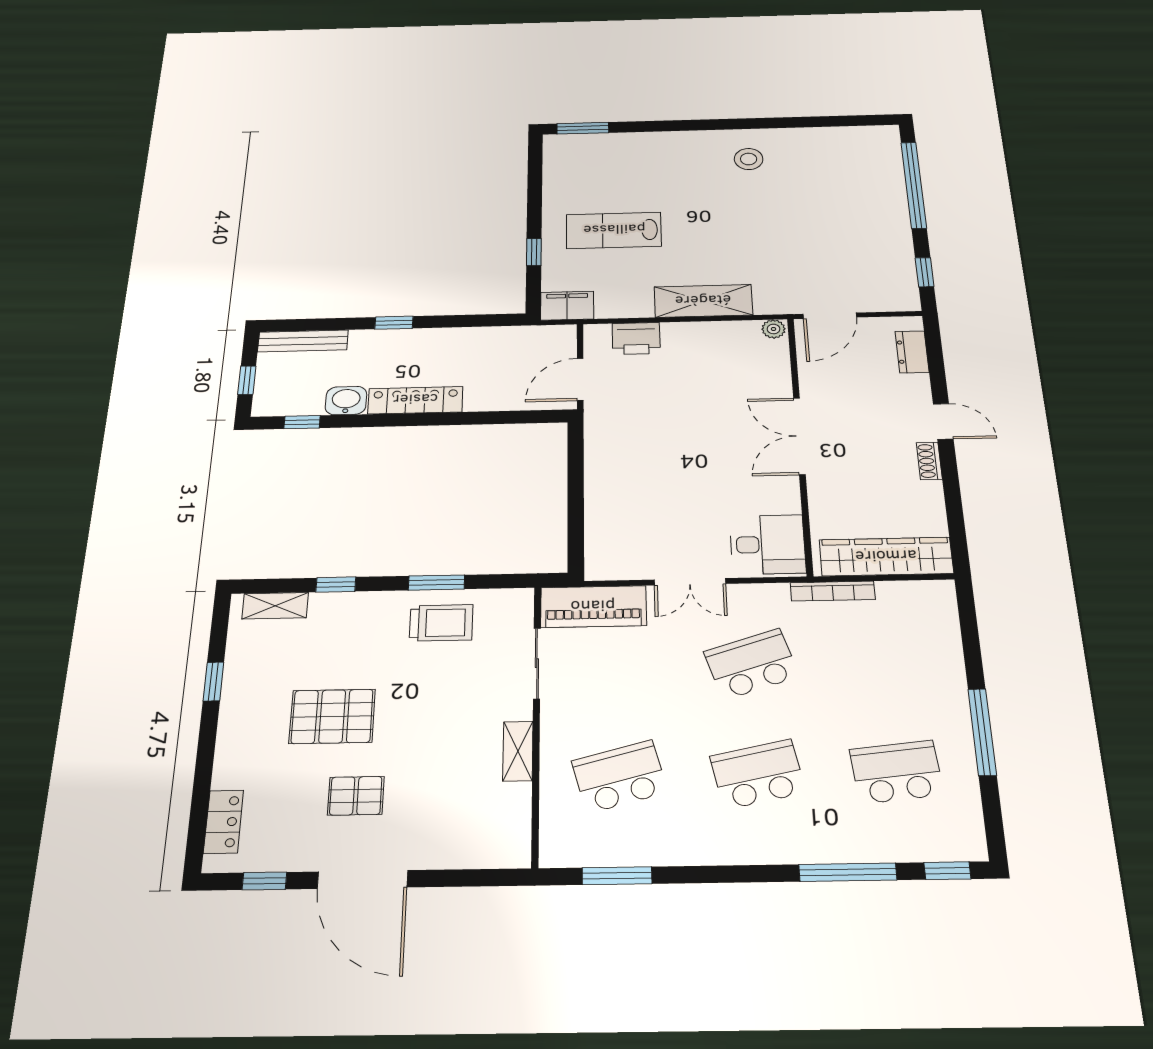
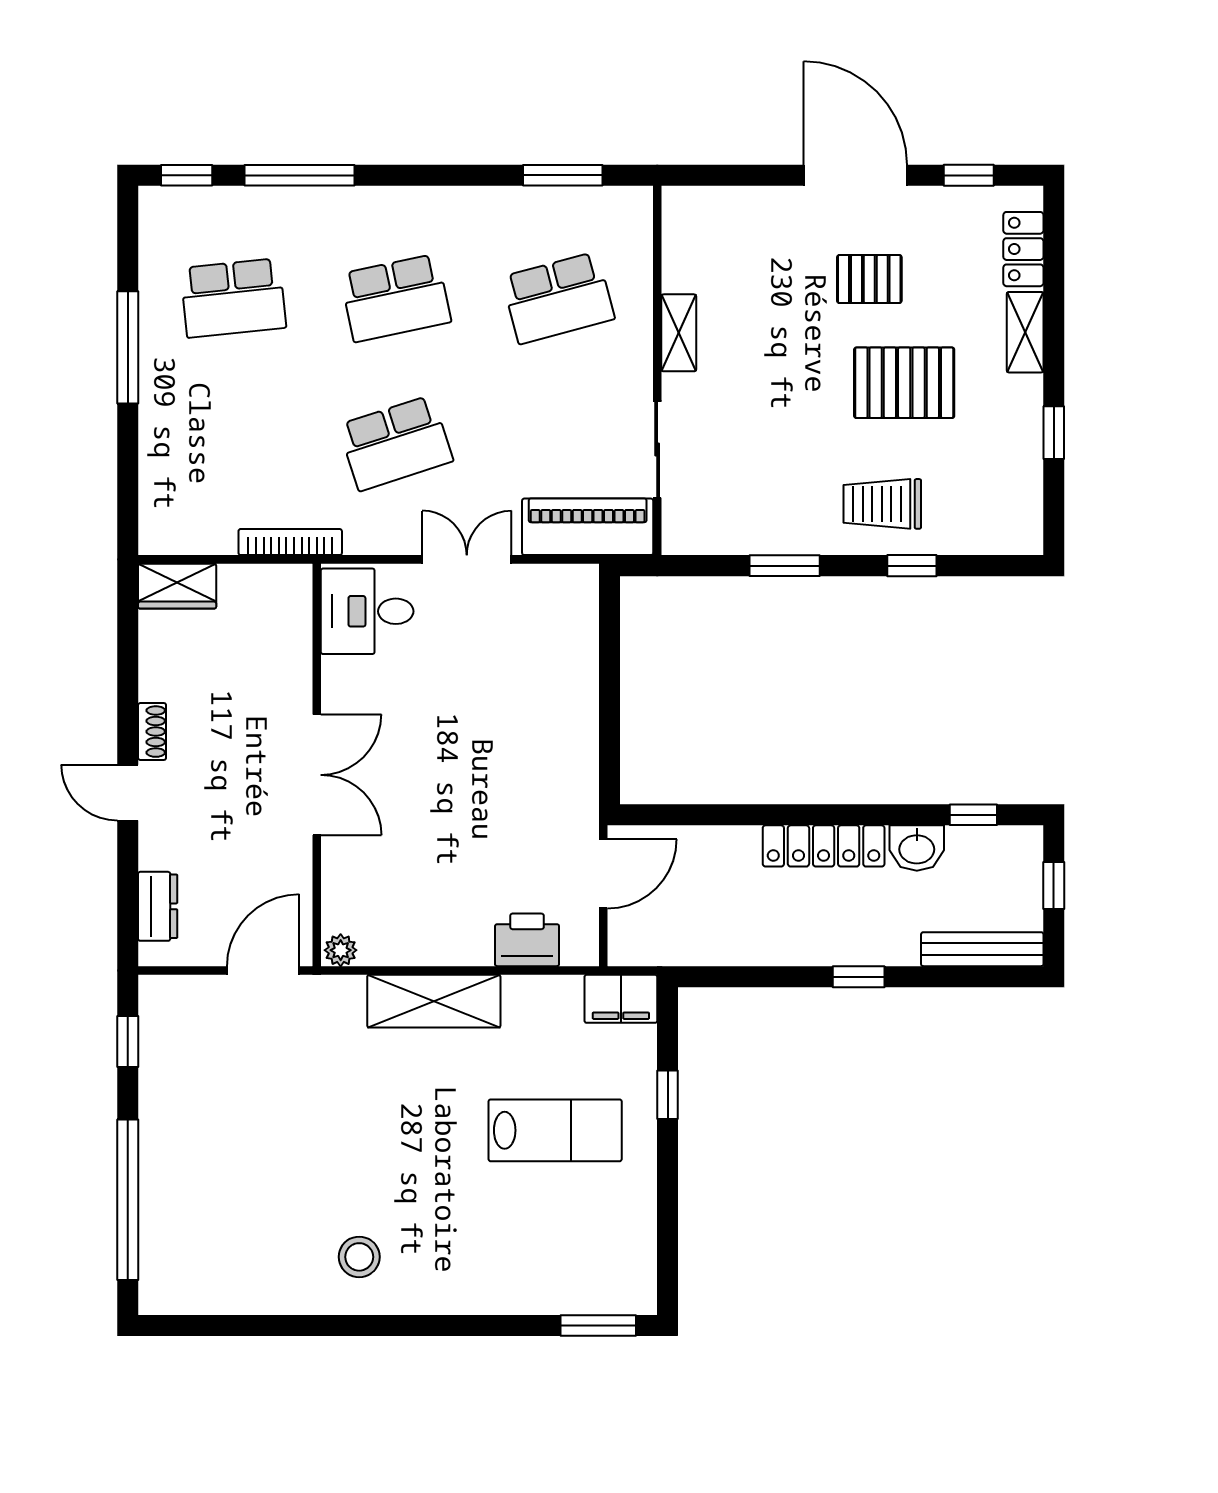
wardrobe: (886, 557) -> (177, 586), width x0.48, depth x0.85
shelving: (275, 606) -> (1025, 332), moved, turned 90
trolley: (441, 623) -> (882, 504), moved

